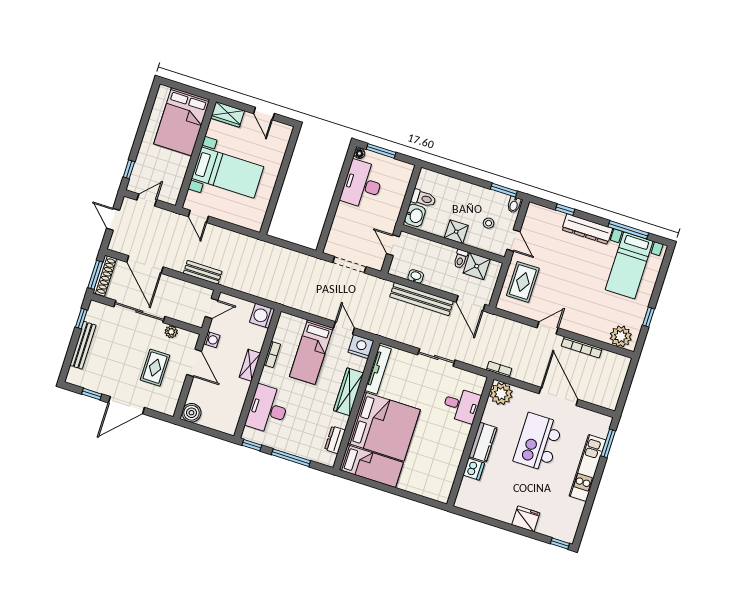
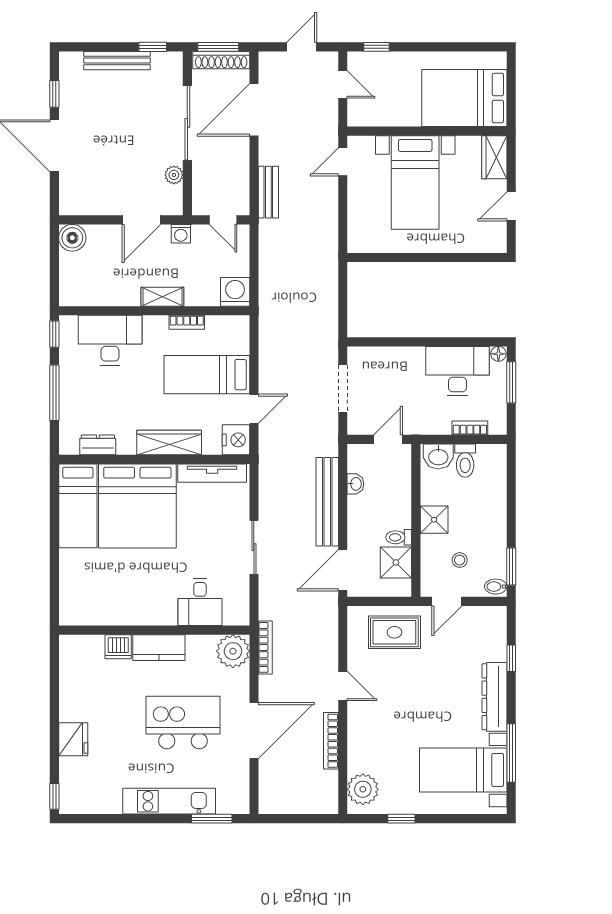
bookcase: (403, 188) -> (470, 428), added
rug: (155, 368) -> (118, 169), removed
bookcase: (499, 369) -> (265, 647), width x1.56

